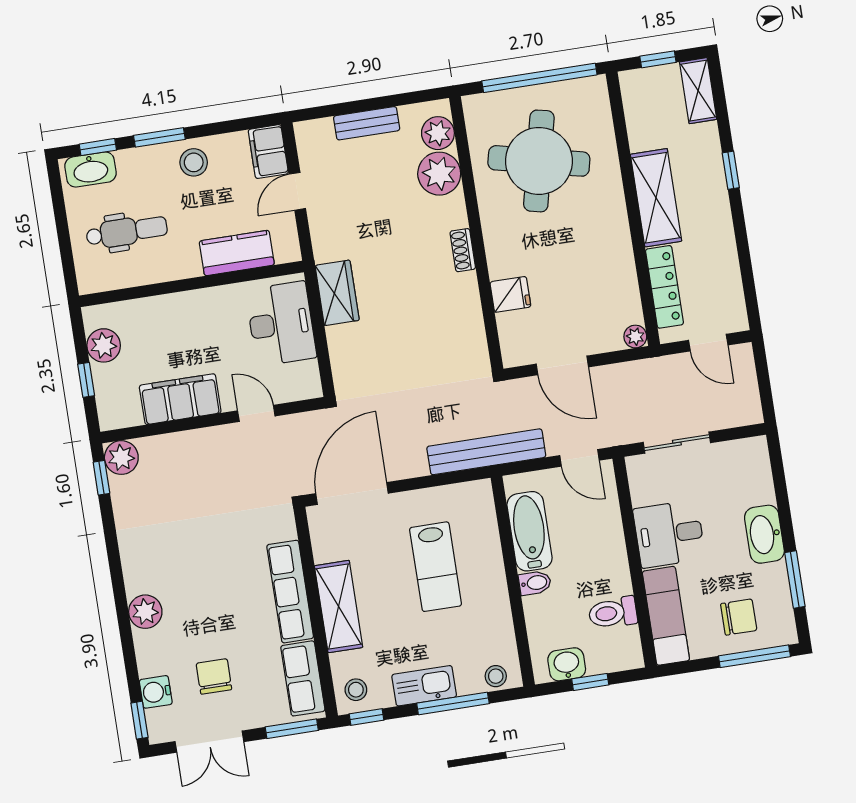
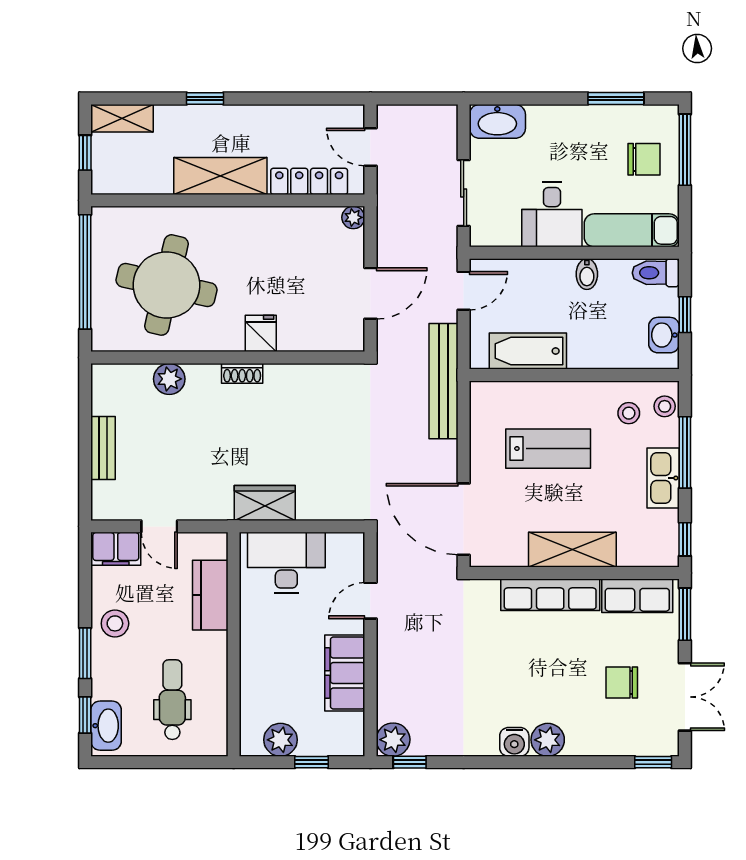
plant: (438, 133) -> (124, 380), removed
plant: (439, 174) -> (169, 379), width x0.73, depth x0.73
fridge: (510, 294) -> (261, 333), moved
door: (708, 343) -> (370, 147), swing flipped
washbasin: (764, 534) -> (497, 121), moved
bidet: (535, 583) -> (587, 274), moved, turned 180
toilet: (613, 613) -> (656, 273), moved, turned 90
chair: (739, 617) -> (644, 159), turned 90
stool: (356, 690) -> (629, 413), moved
water cooler: (156, 692) -> (514, 742), moved

